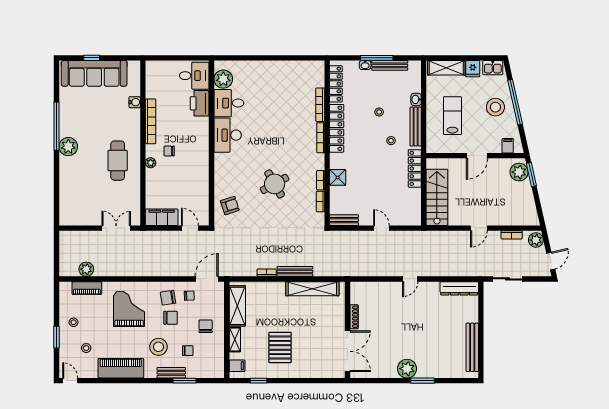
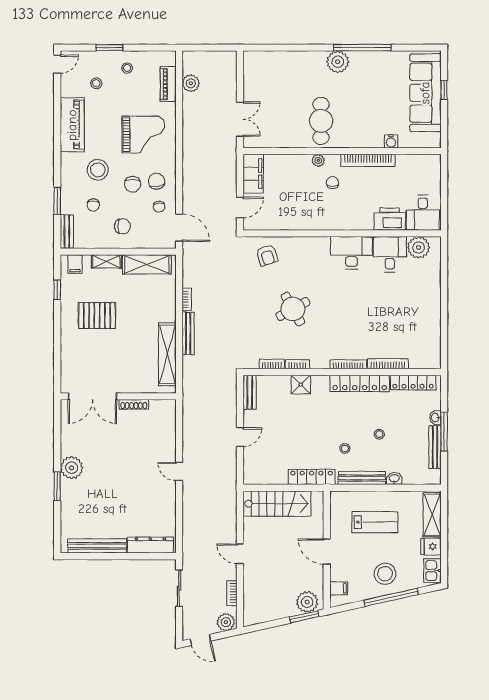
cafe table: (118, 161) -> (321, 121), turned 90
dresser: (459, 288) -> (150, 545), moved, turned 90
bench: (171, 373) -> (67, 232), moved

